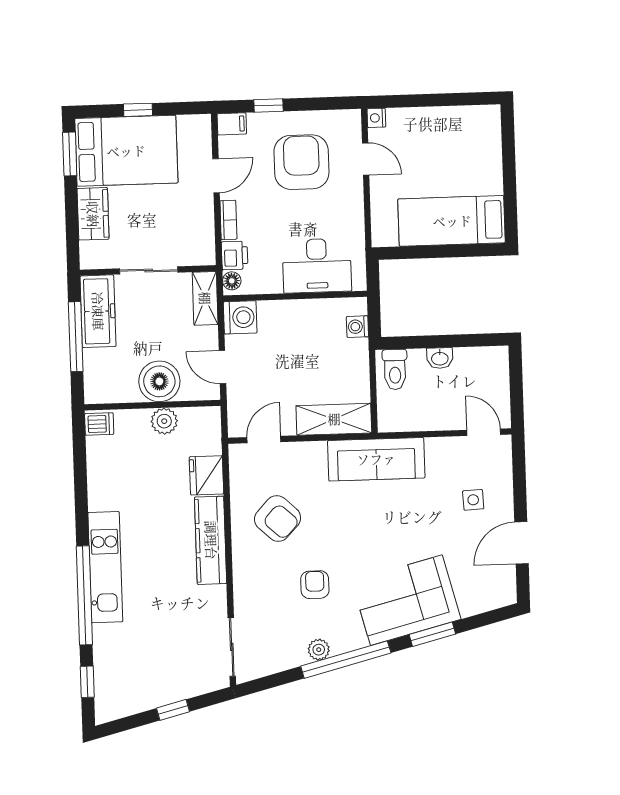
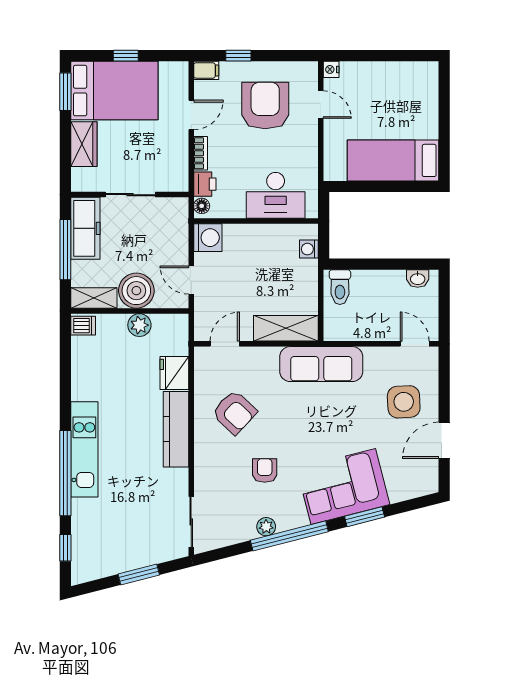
shelving: (205, 298) -> (94, 298), moved, turned 90
washbasin: (440, 358) -> (418, 279), moved
side table: (473, 500) -> (404, 402), width x1.87, depth x1.87
window: (173, 710) -> (139, 575), width x1.50

